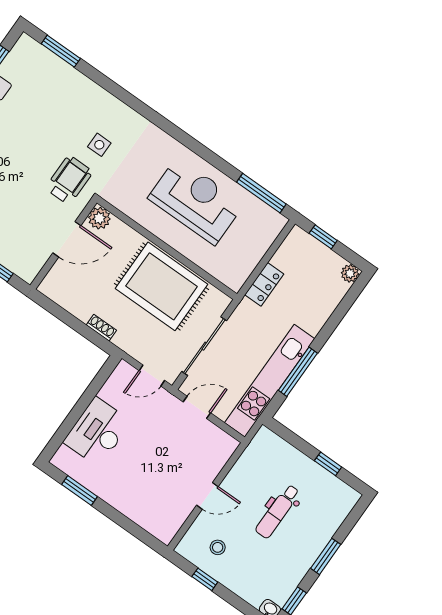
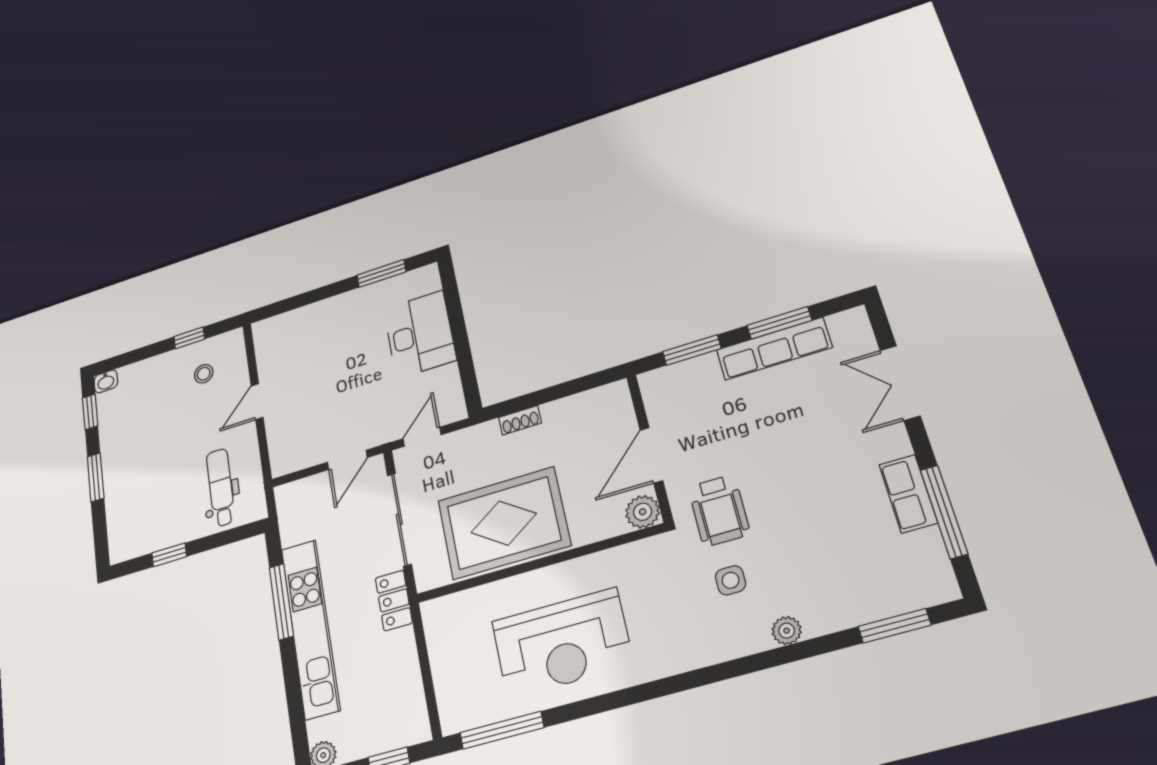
plant: (102, 98) -> (787, 631), added
locker: (264, 284) -> (394, 600), moved
kitchen unit: (270, 381) -> (310, 628), moved
dental chair: (278, 511) -> (221, 487), moved

